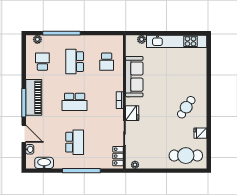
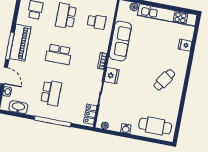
school desk: (107, 62) -> (97, 22), turned -90
fridge: (200, 133) -> (185, 45), moved
water cooler: (157, 164) -> (126, 129), added

